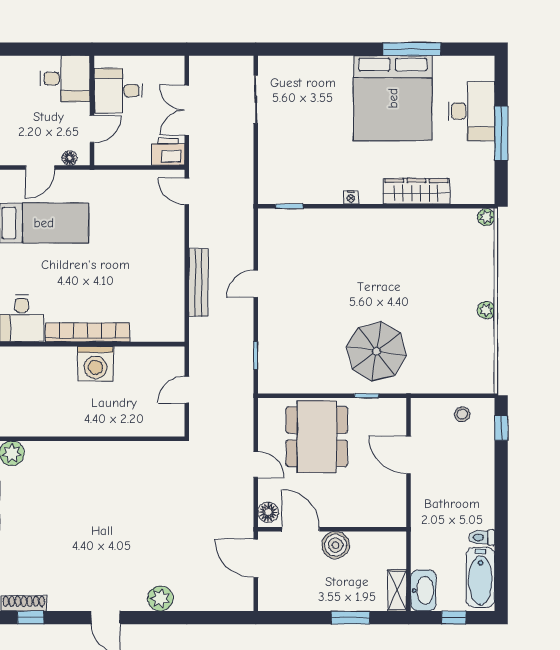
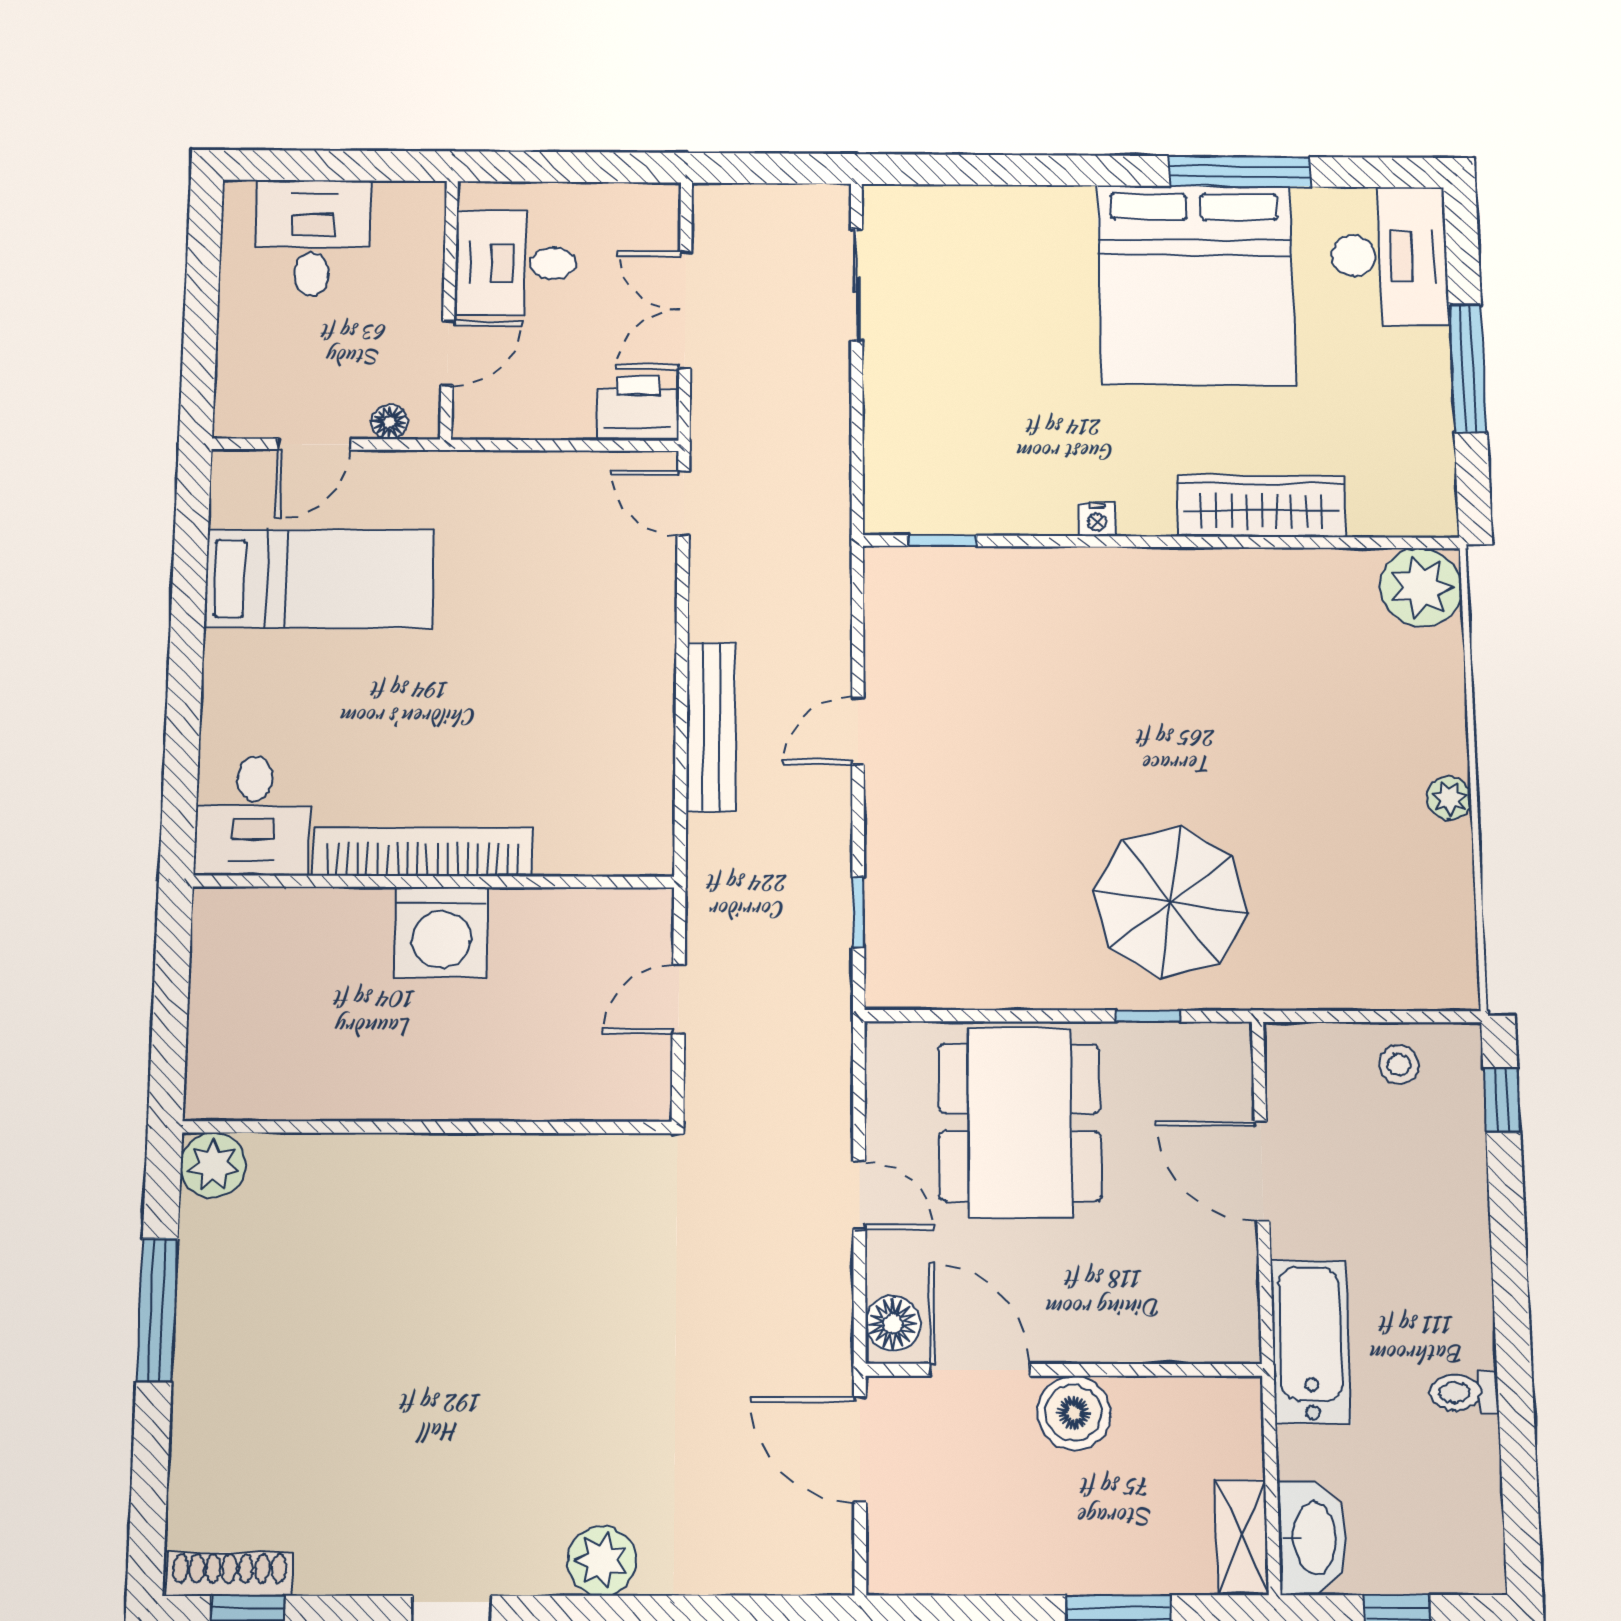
desk: (65, 79) -> (313, 238), moved, turned -90
desk: (471, 111) -> (1389, 256), moved
plant: (486, 217) -> (1421, 587), width x1.87, depth x1.87
bathtub: (480, 577) -> (1311, 1342), moved, turned 180

